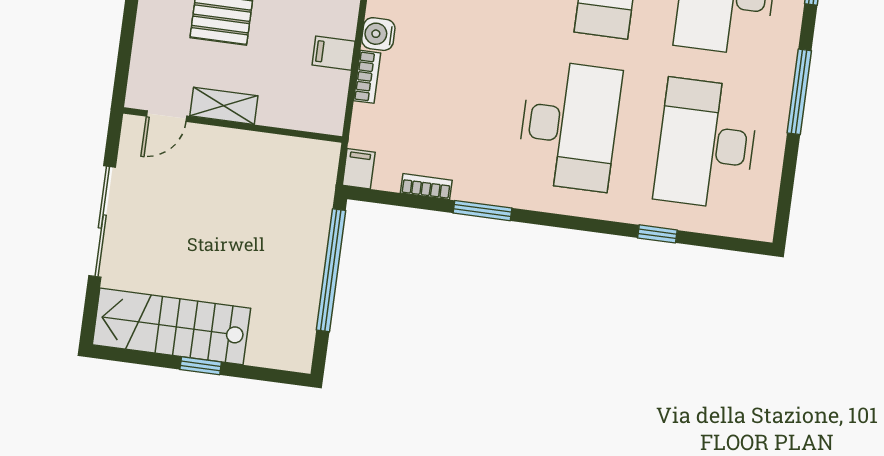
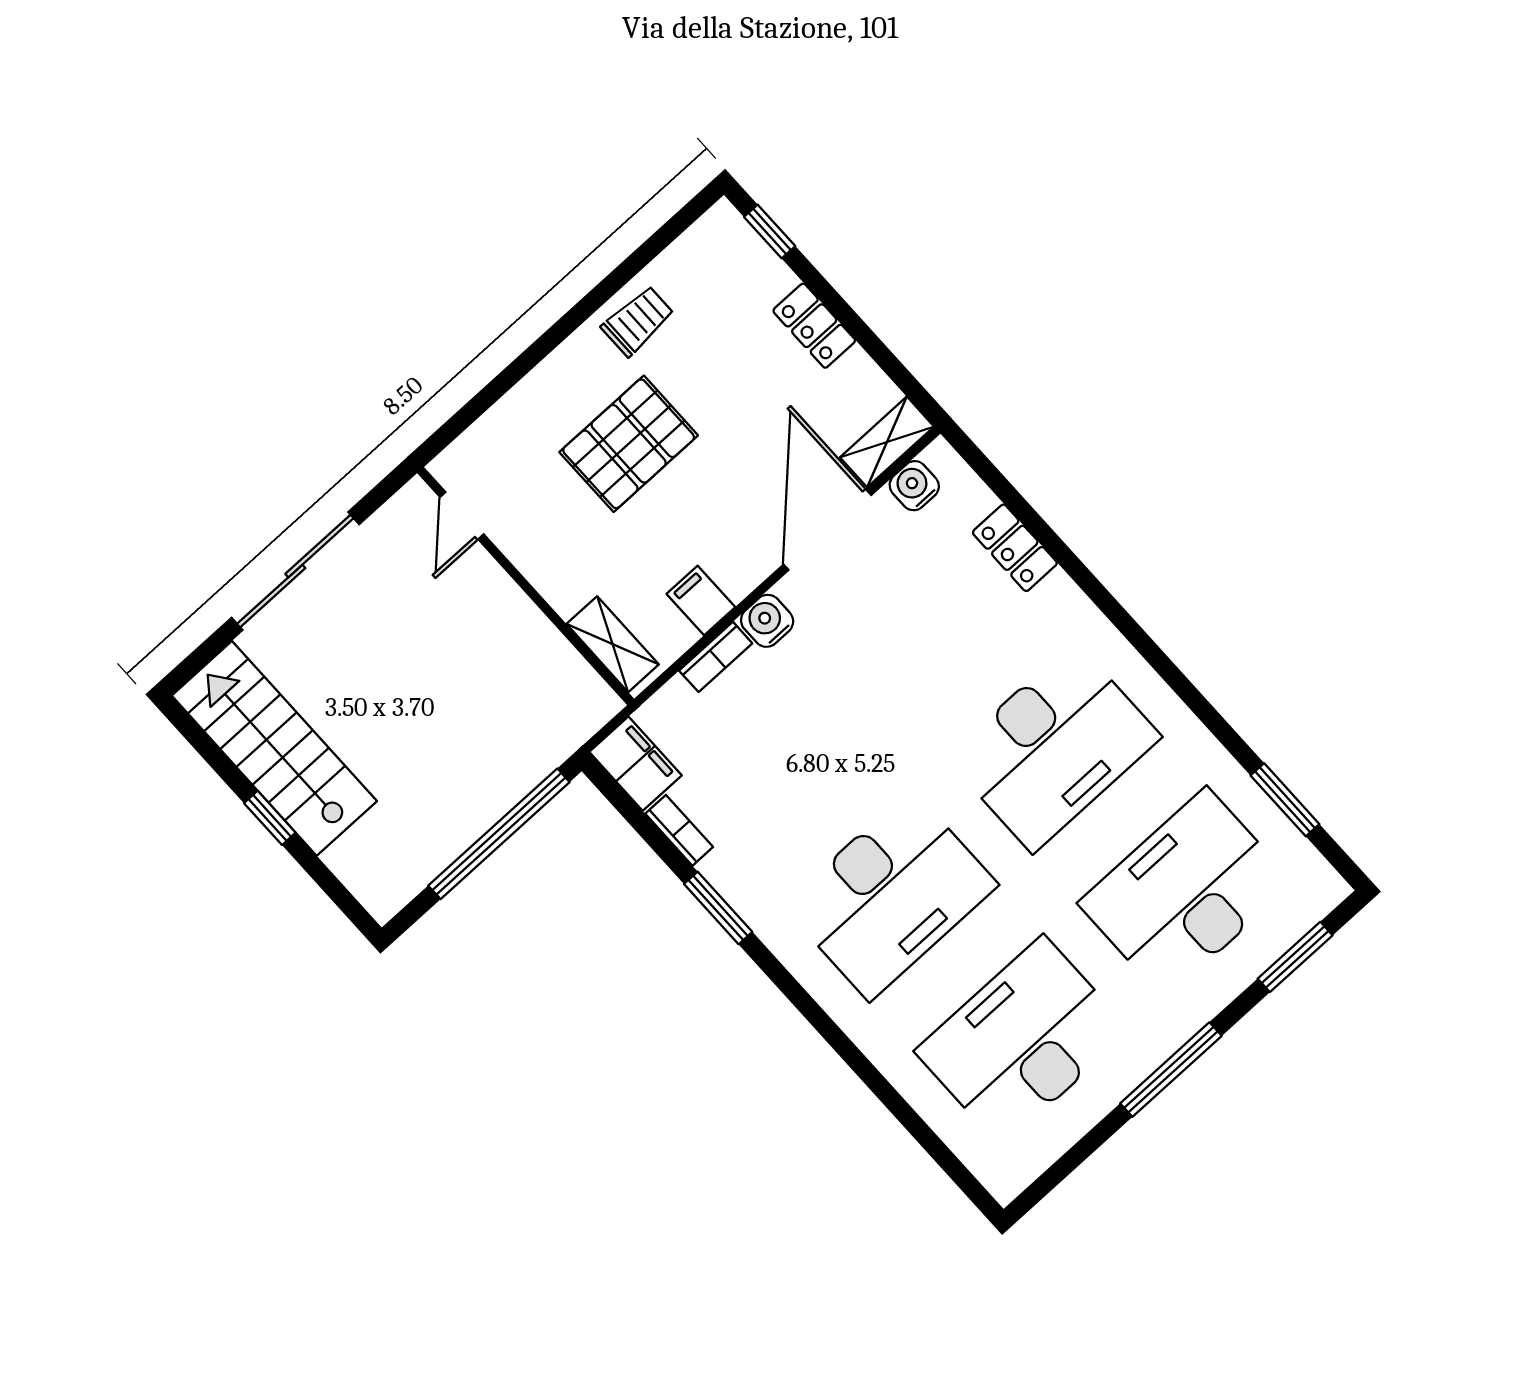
shelving: (224, 106) -> (613, 644), moved
door: (167, 116) -> (462, 516), hinge flipped
filing cabinet: (359, 169) -> (636, 764), width x2.00
window: (657, 234) -> (887, 1094), removed

